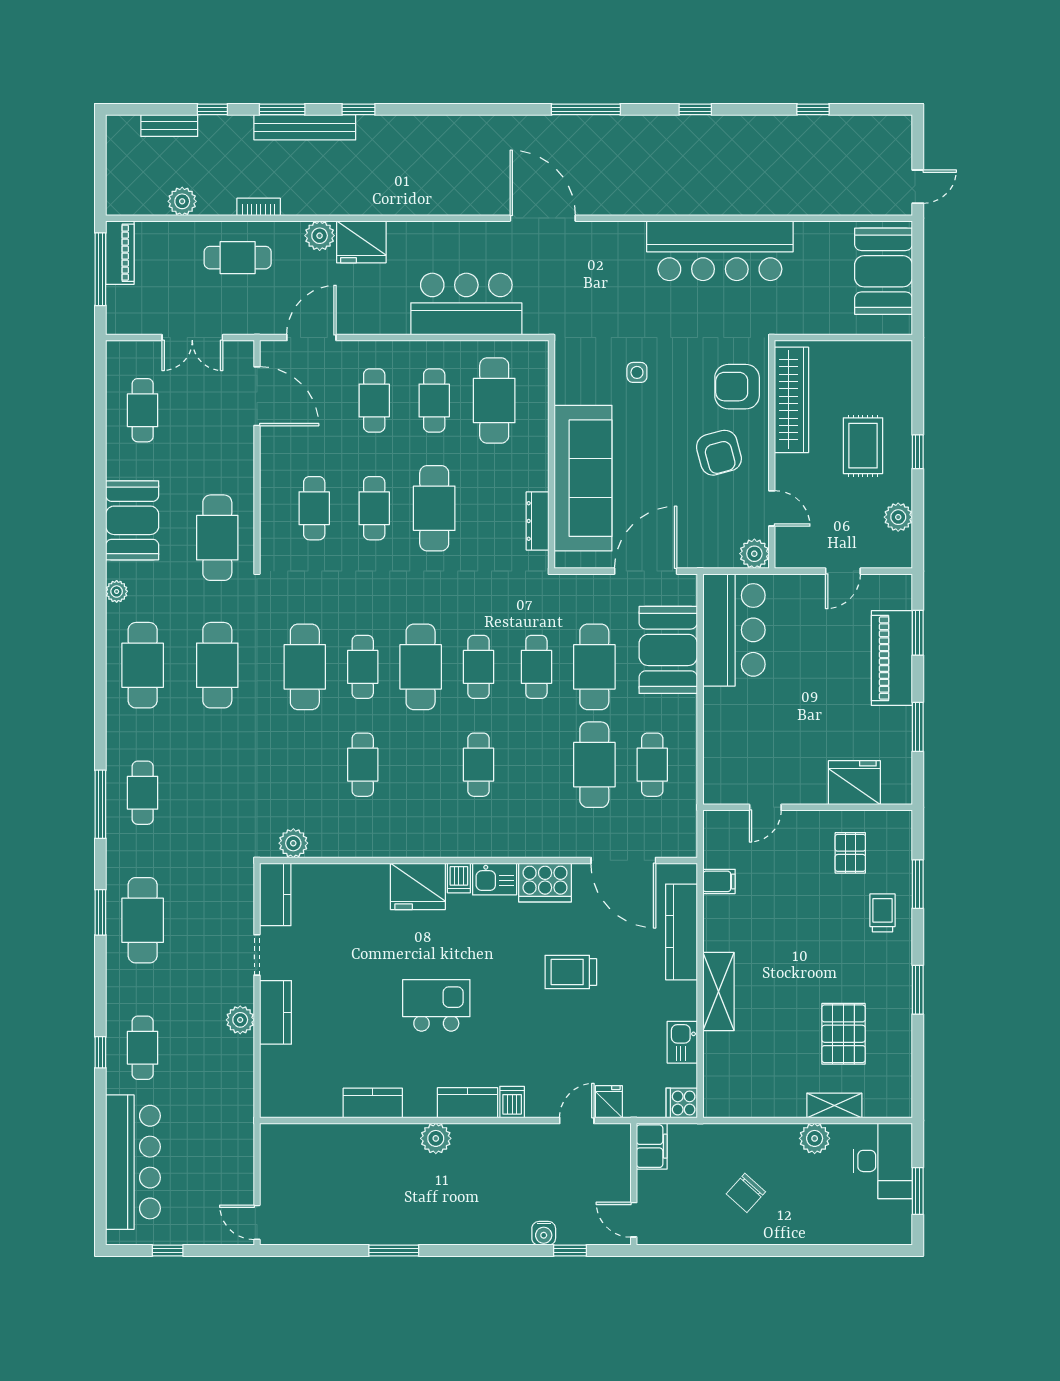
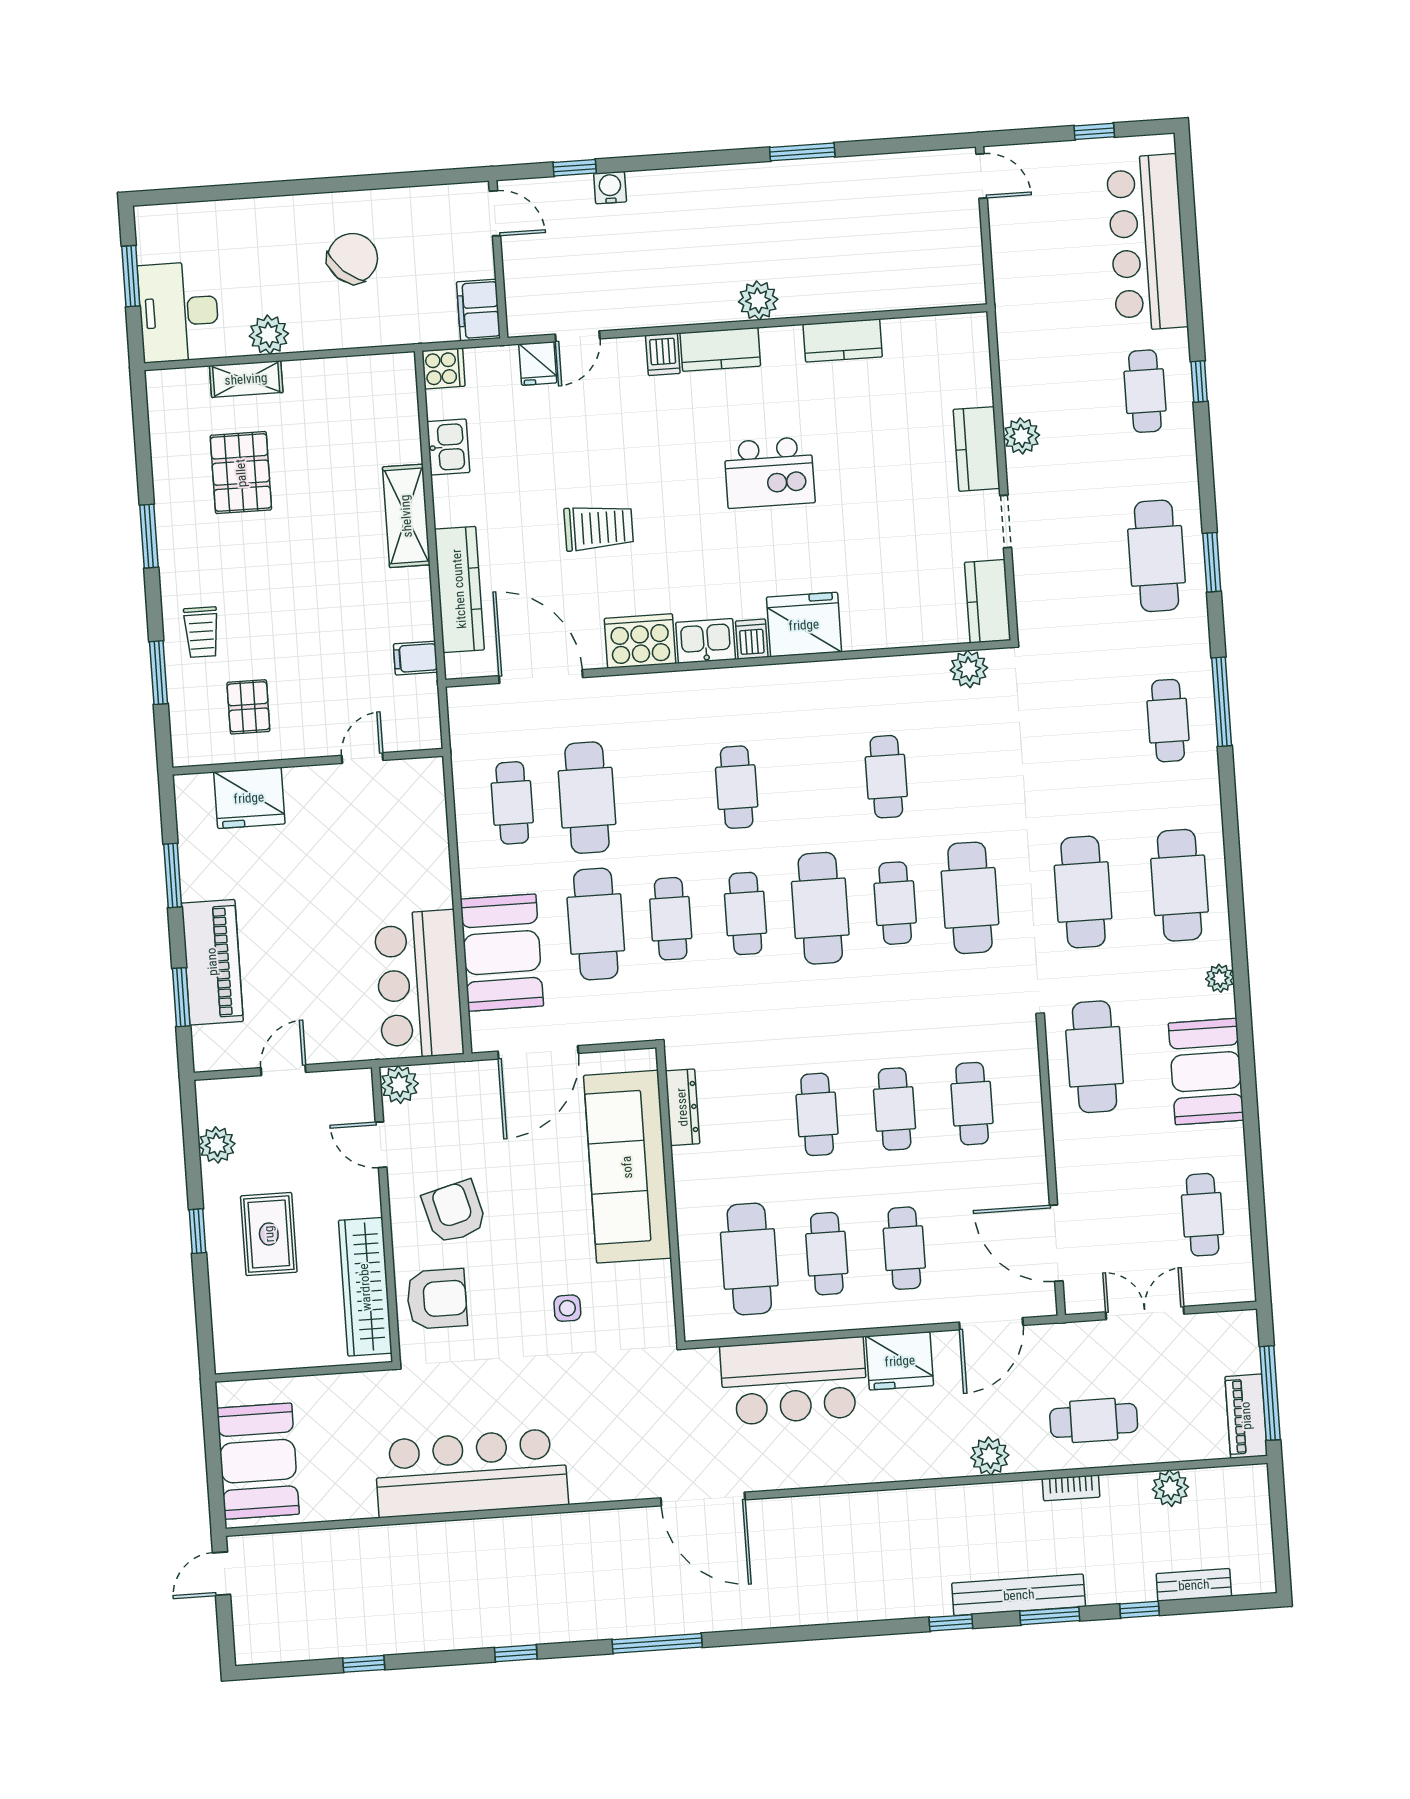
fridge: (361, 242) -> (900, 1361), moved, turned 180
cafe table: (434, 508) -> (817, 1114), width x0.73, depth x0.74
chair: (746, 1193) -> (353, 258), width x1.37, depth x1.37

